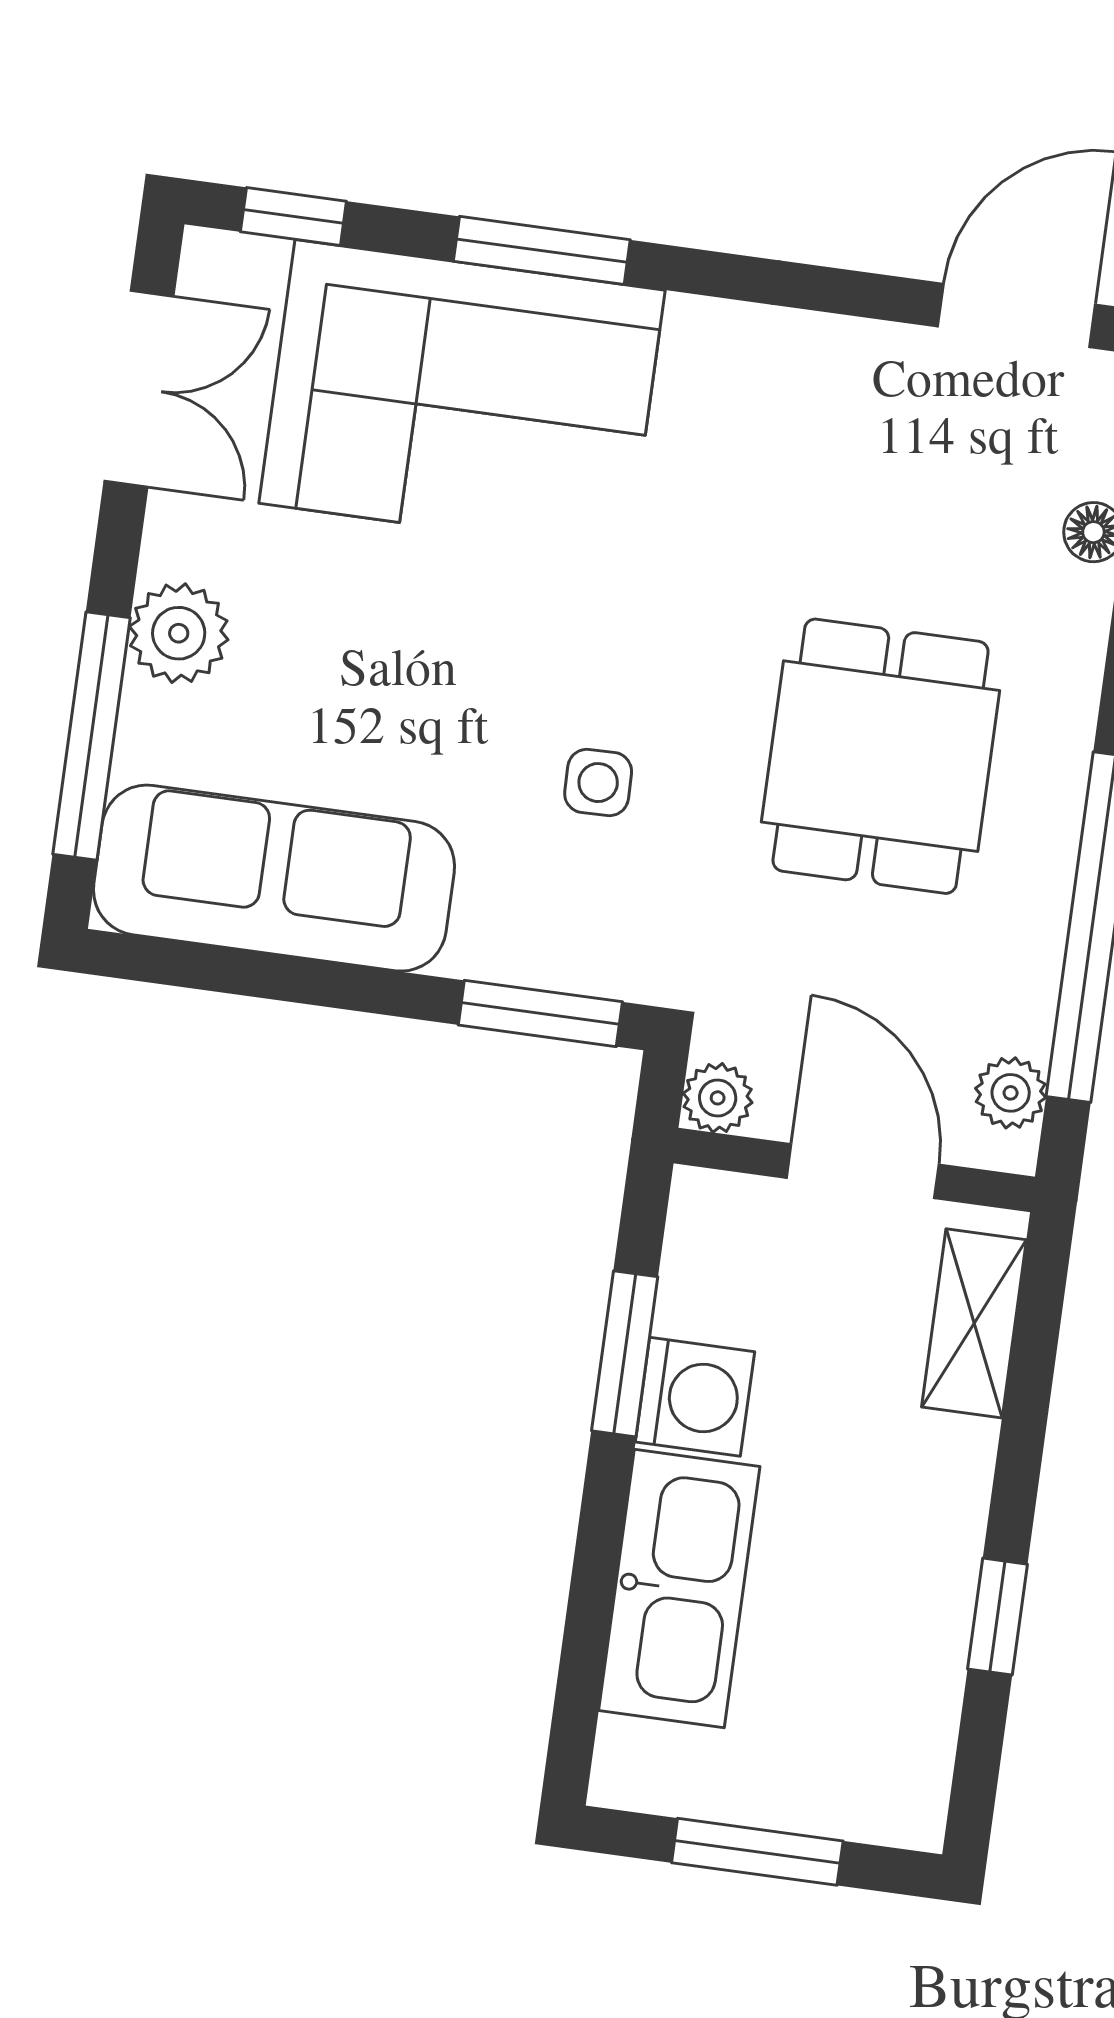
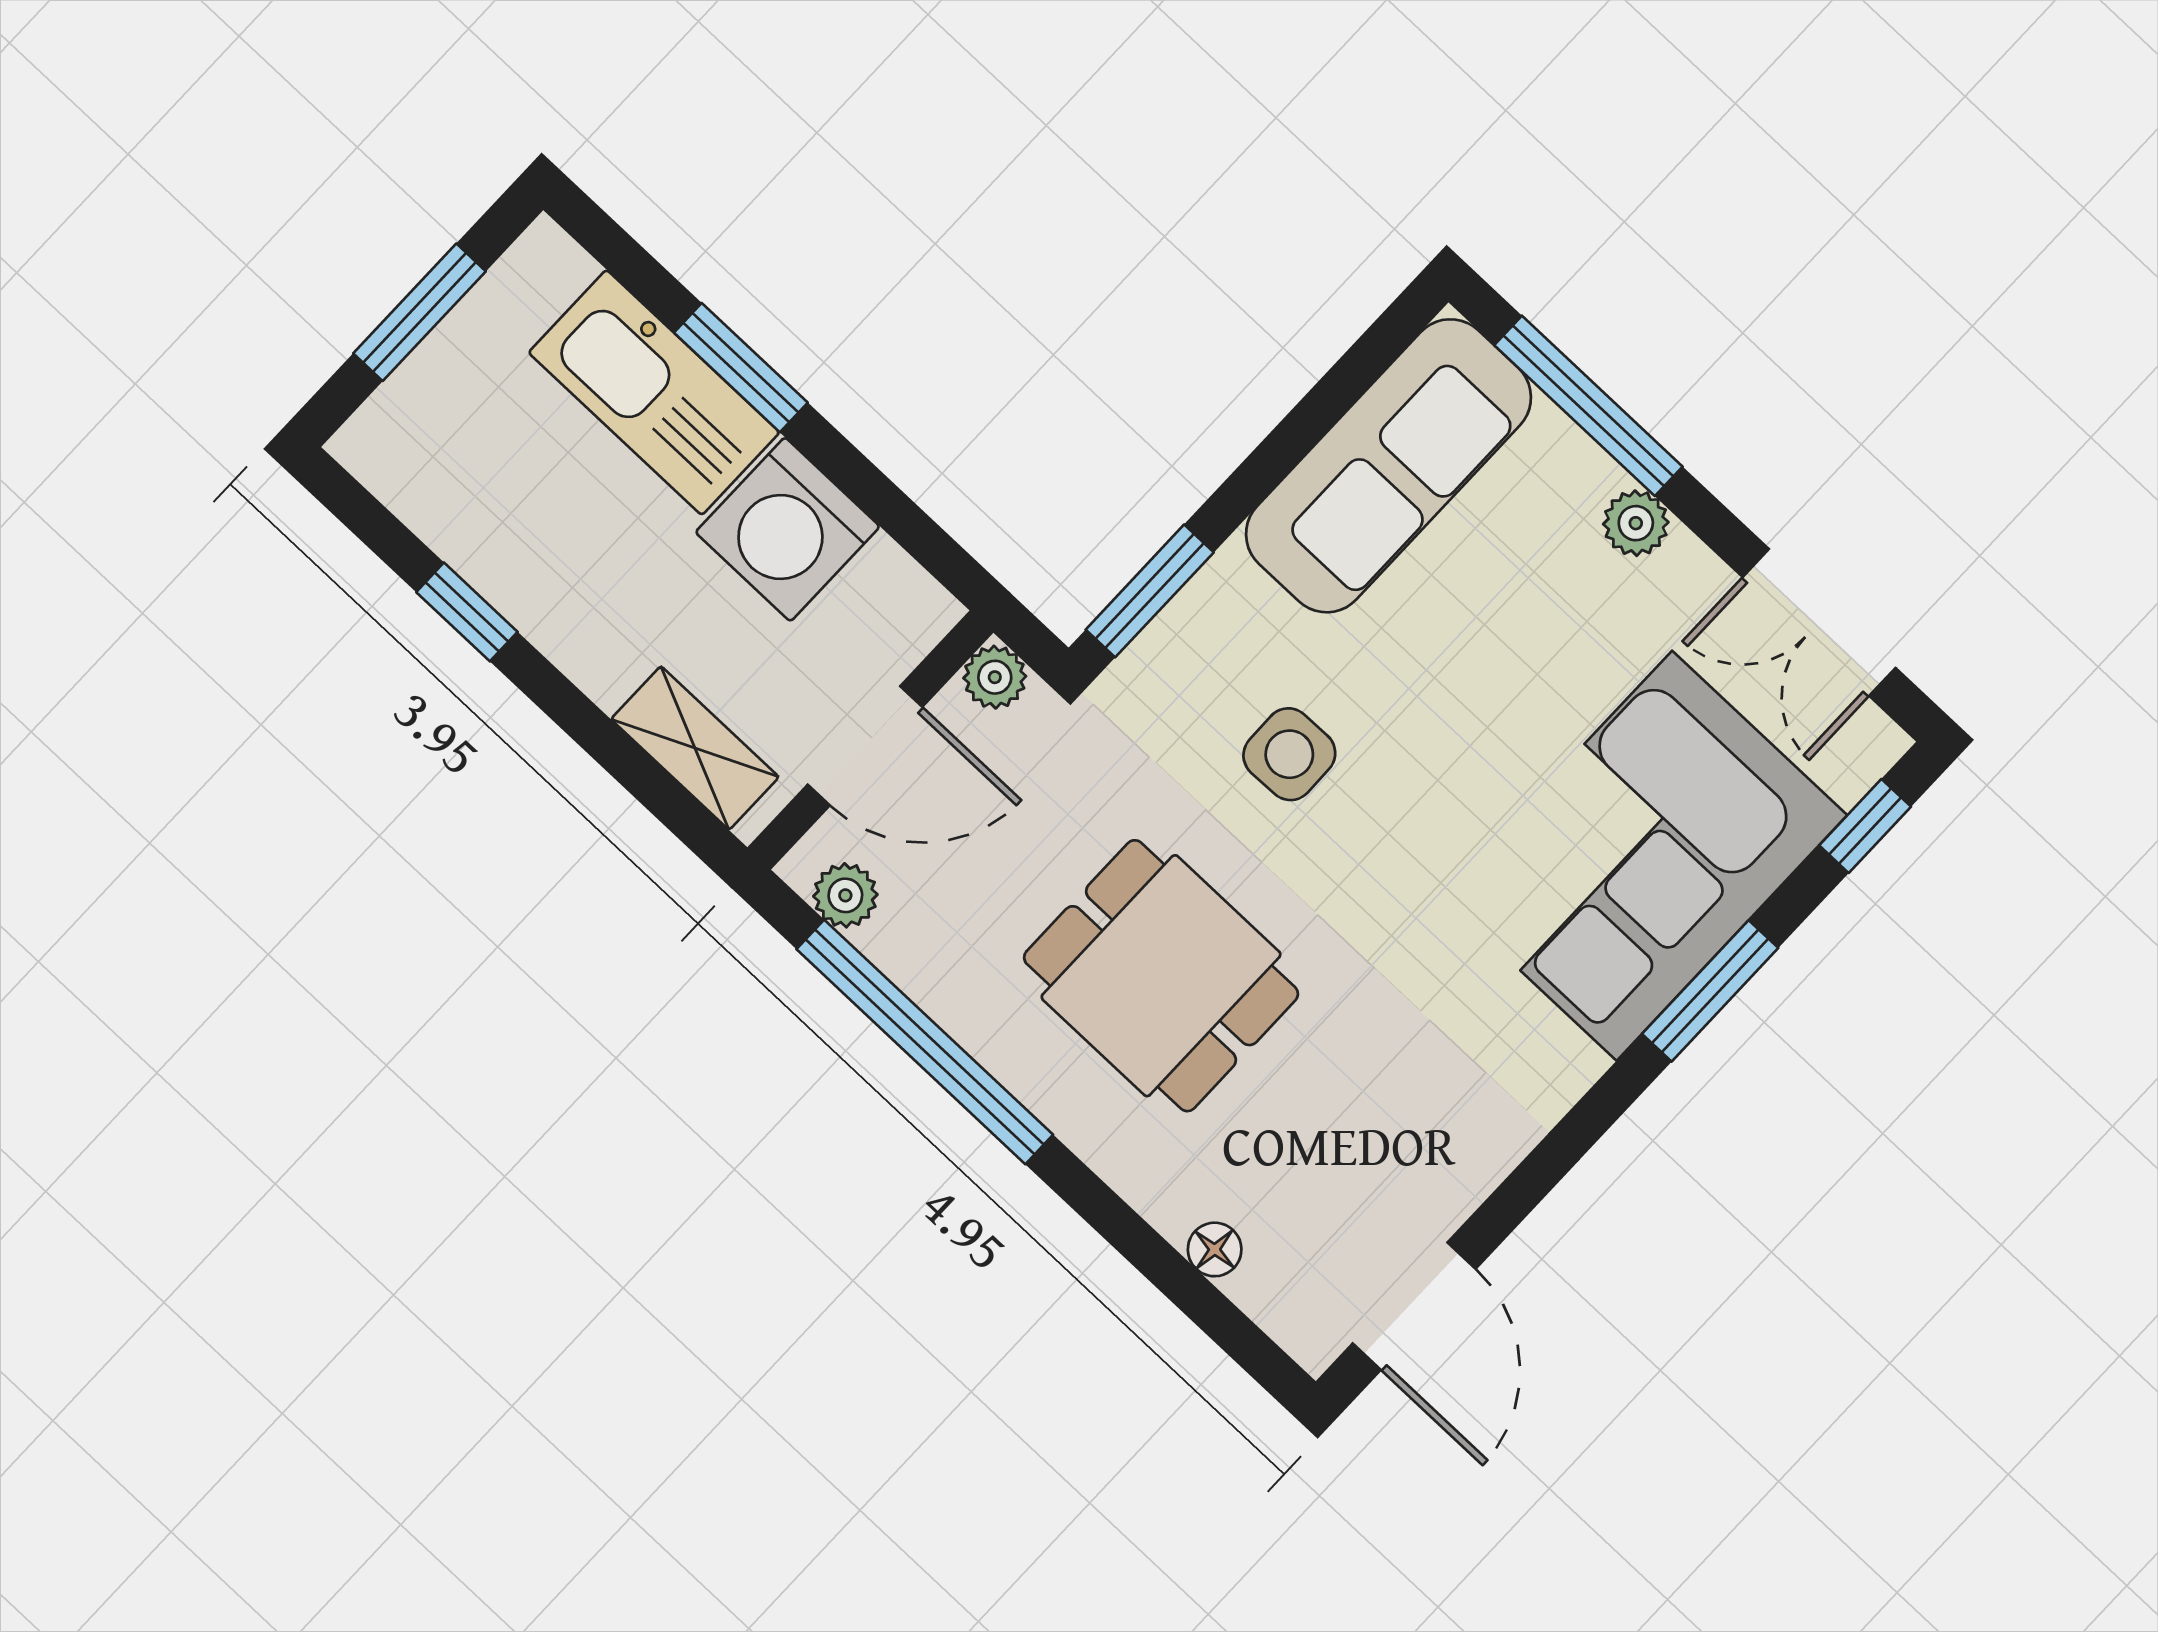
plant: (179, 633) -> (1636, 523), width x0.73, depth x0.73
side table: (598, 783) -> (1289, 754), width x1.37, depth x1.37
window: (625, 1354) -> (741, 368), moved
washing machine: (695, 1397) -> (788, 529), width x1.37, depth x1.37

